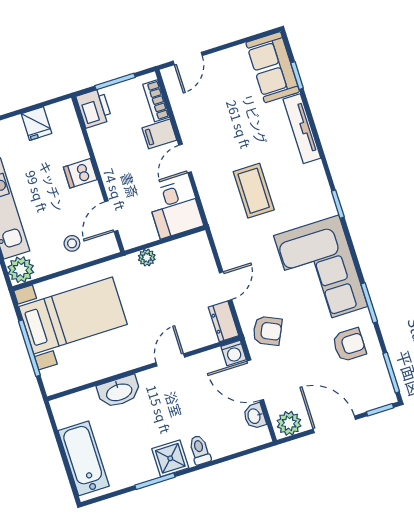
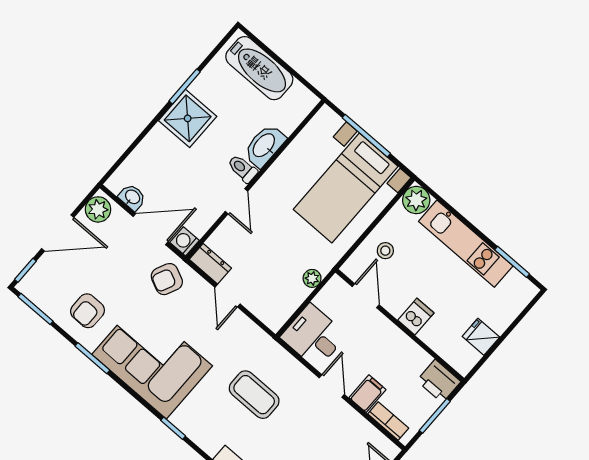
toilet: (200, 450) -> (242, 169), moved, turned 180
shower: (170, 458) -> (188, 118), width x1.36, depth x1.36

